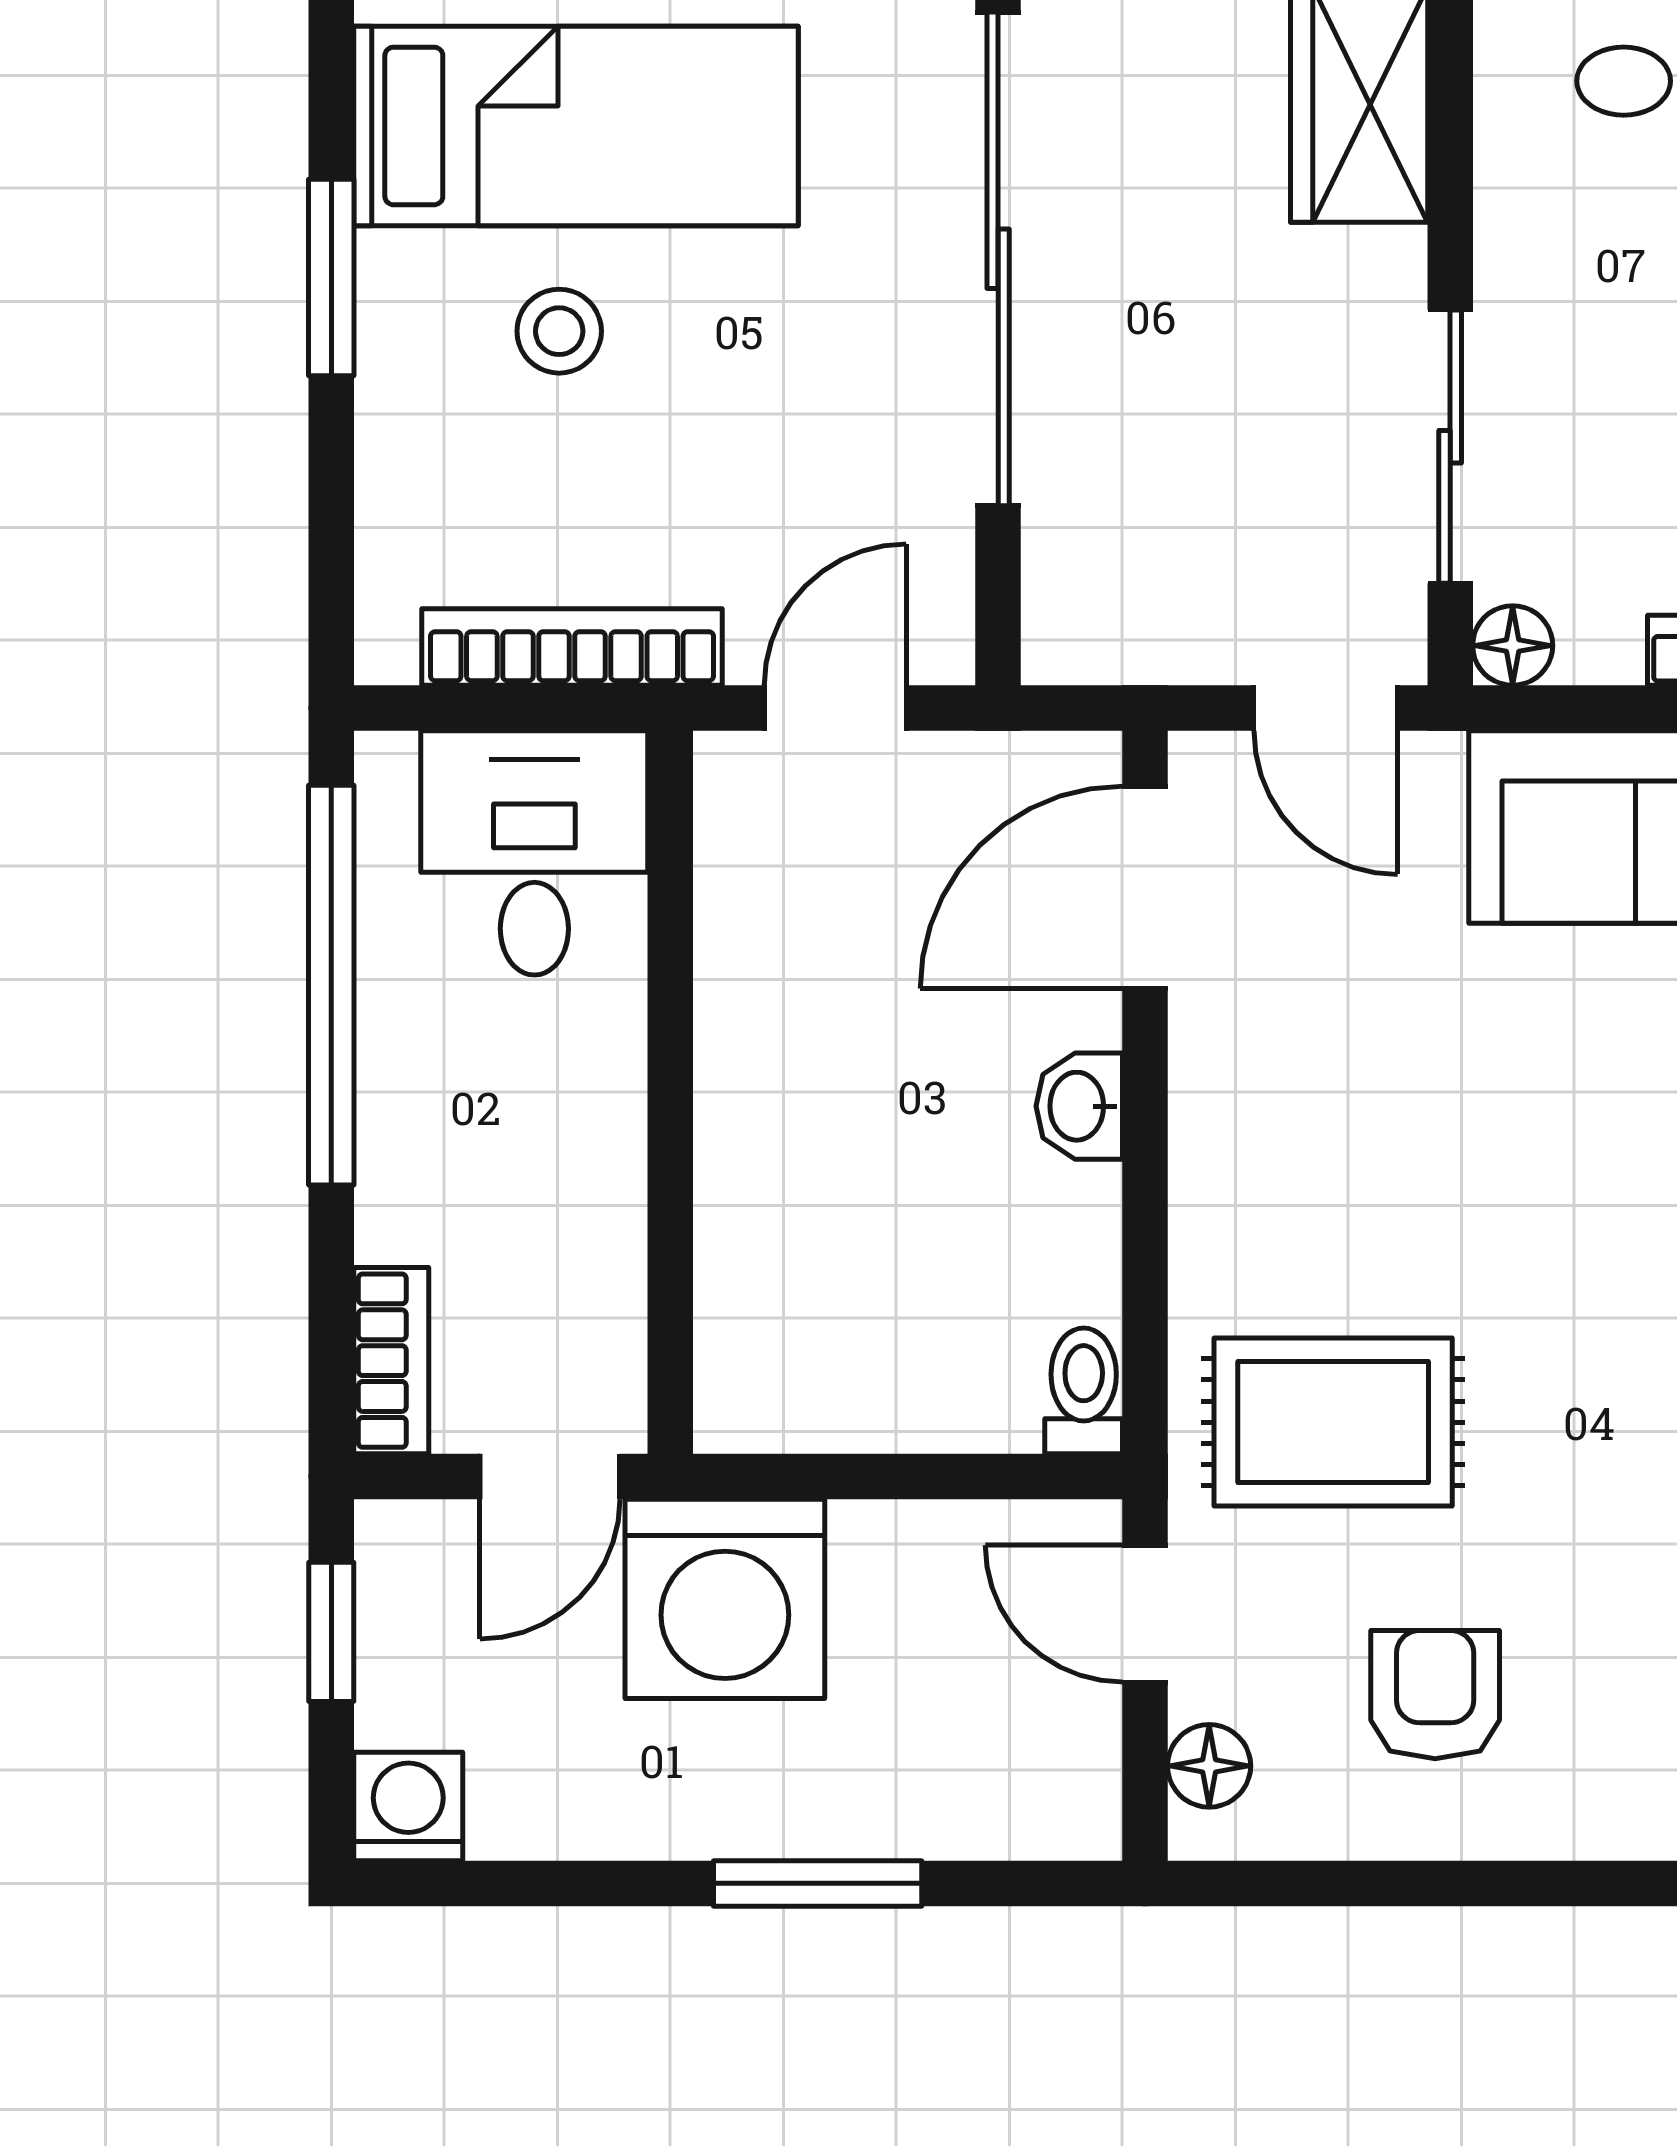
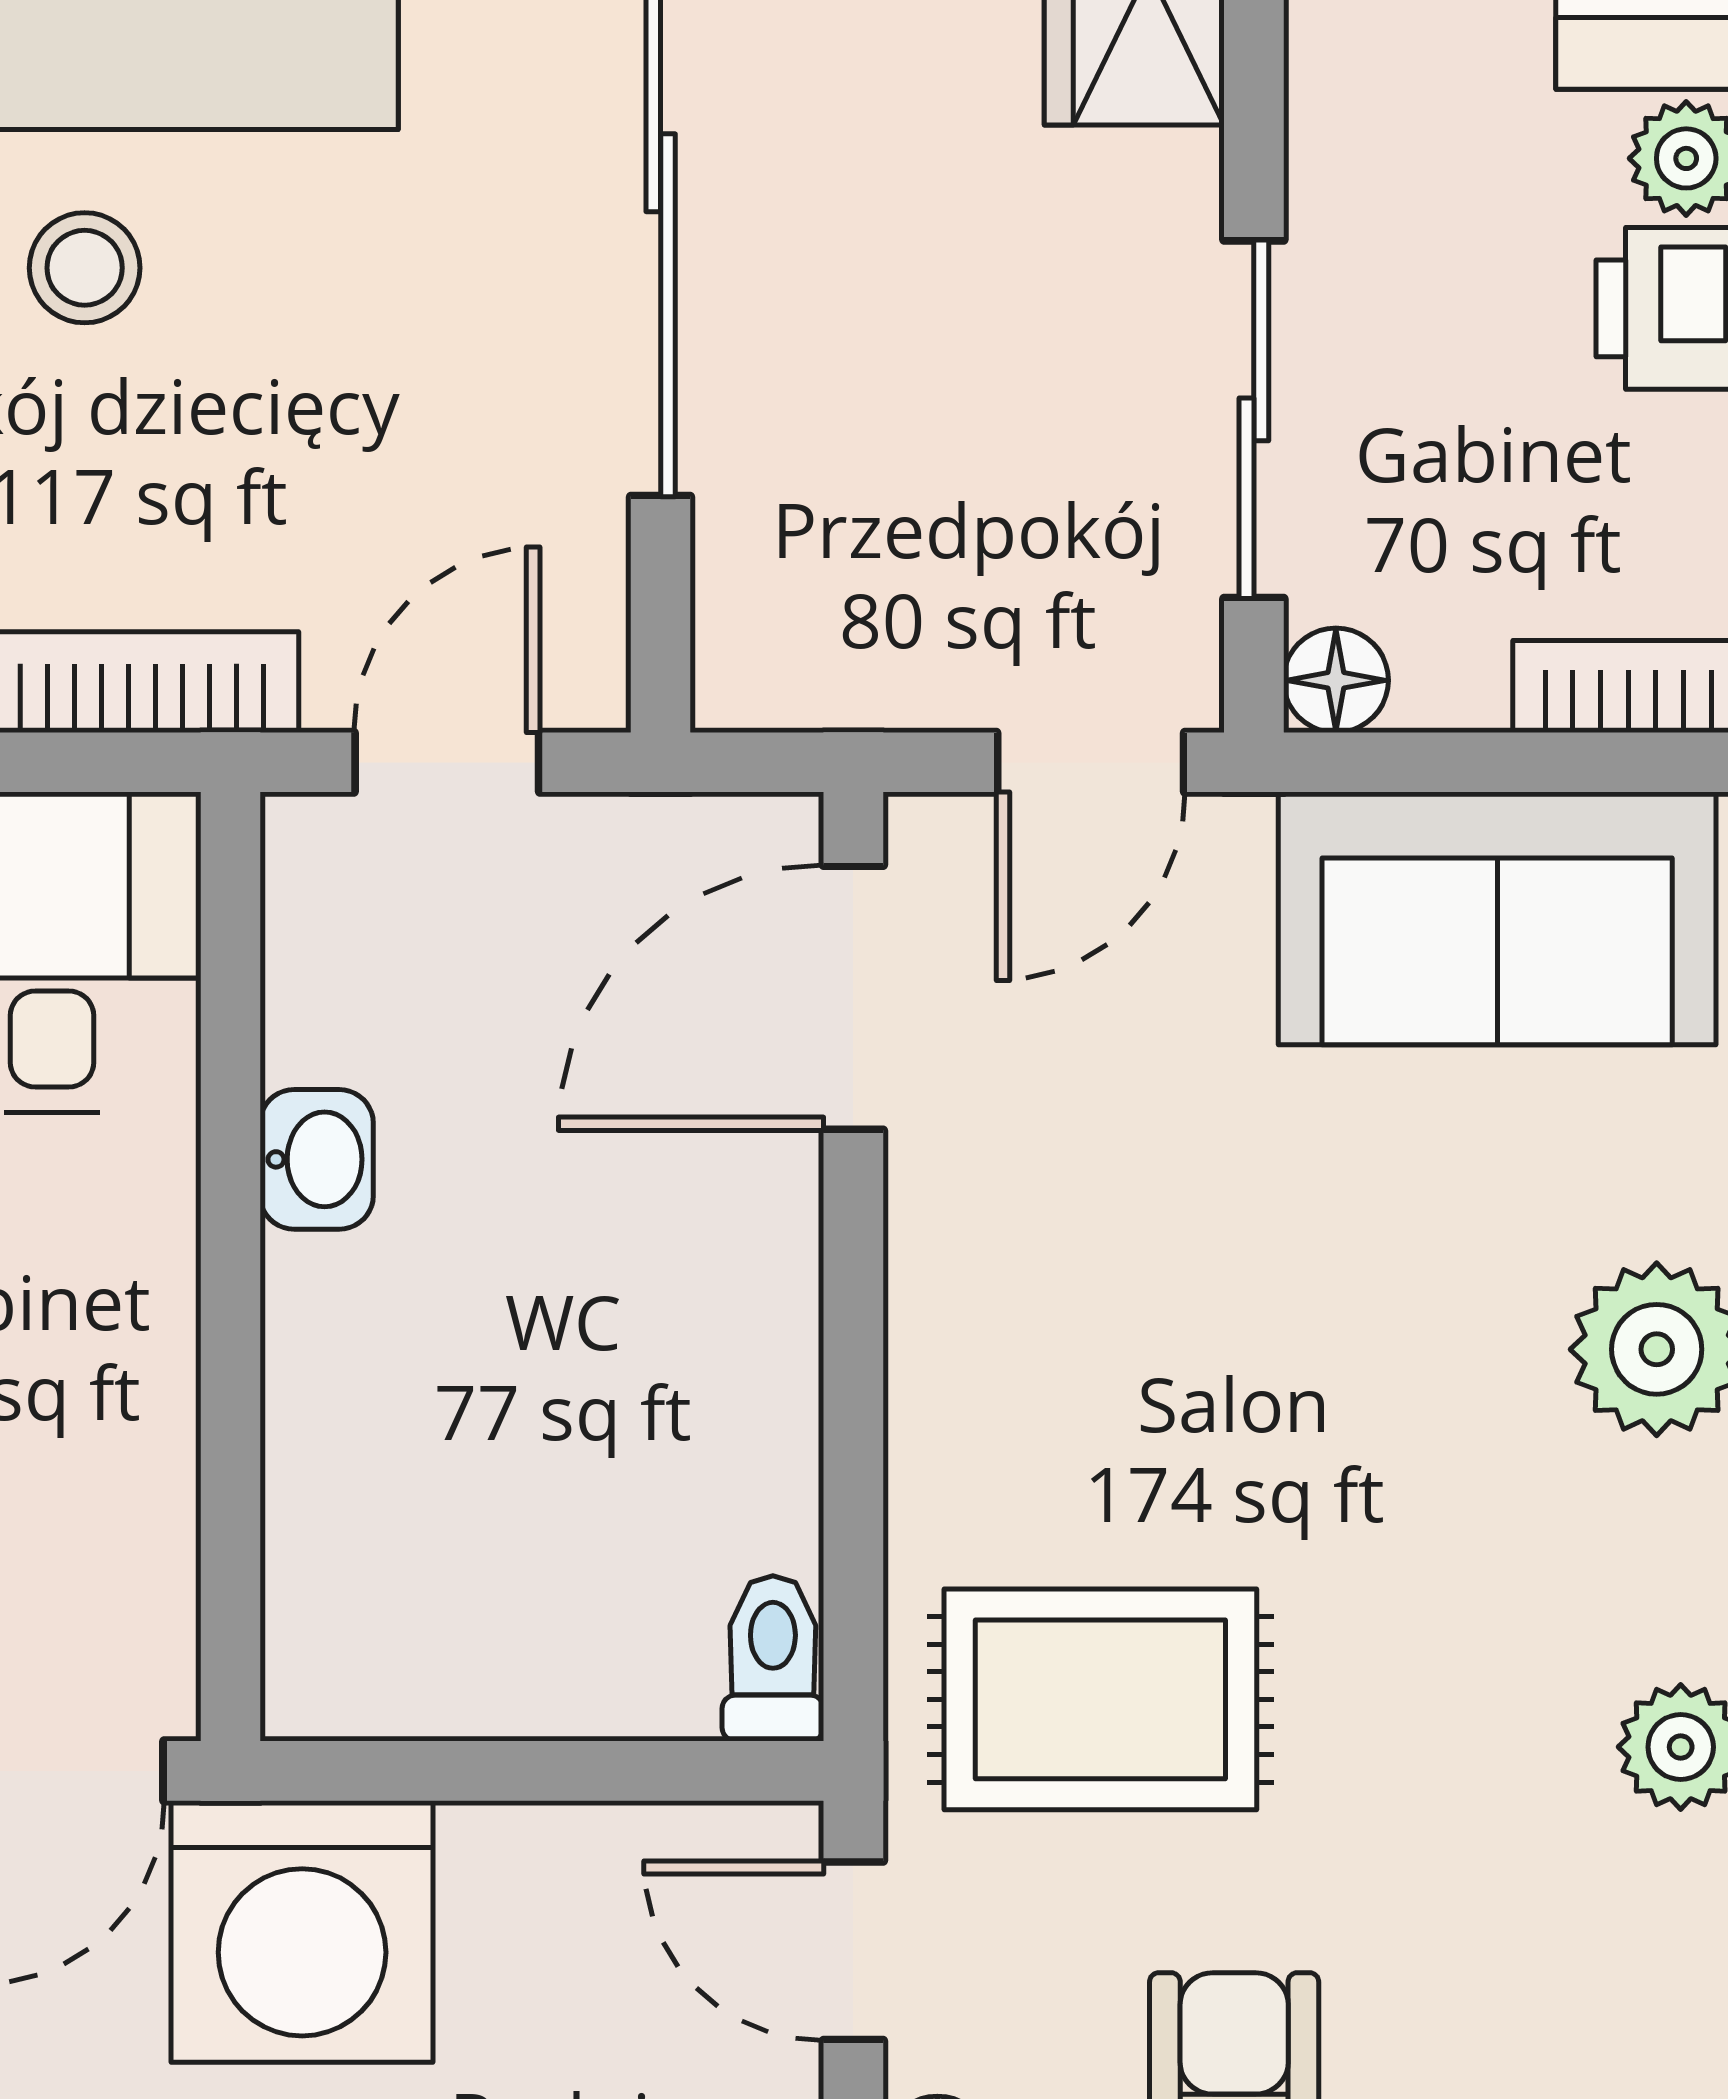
door: (1326, 708) -> (1091, 762), hinge flipped
washbasin: (1079, 1106) -> (317, 1159), moved, turned 180

